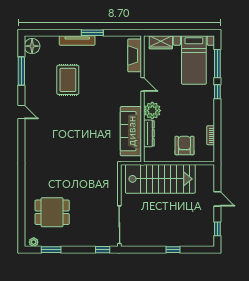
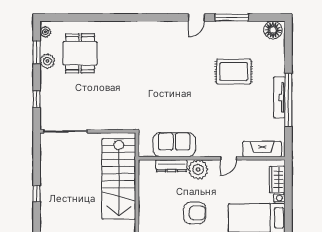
window: (92, 33) -> (288, 100), width x2.11
tv unit: (77, 40) -> (279, 97), moved
window: (21, 71) -> (232, 18), moved
sofa: (131, 131) -> (174, 145), width x0.73
armchair: (184, 146) -> (195, 213), moved
plant: (59, 240) -> (47, 61), added
window: (103, 250) -> (37, 99), moved

